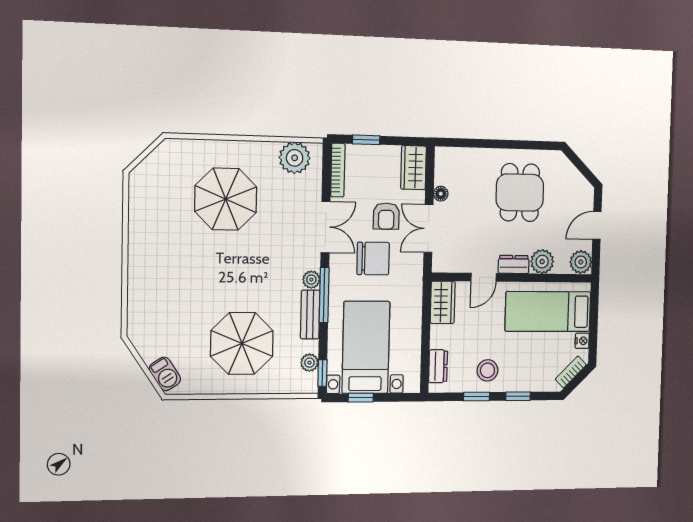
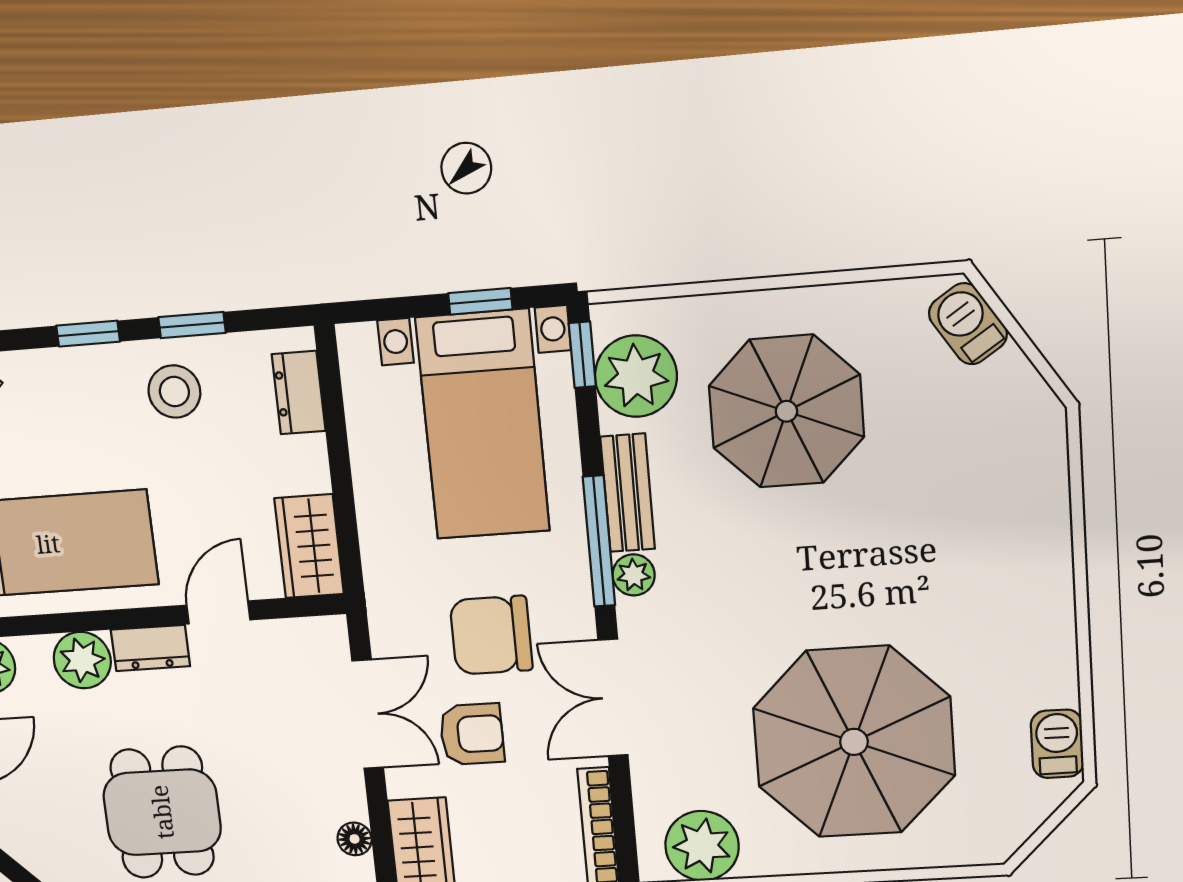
barbecue: (139, 191) -> (1057, 744), added
floor lamp: (441, 194) -> (355, 839), moved
parasol: (226, 199) -> (854, 742), width x1.36, depth x1.36
armchair: (386, 216) -> (472, 734), turned 90
plant: (309, 363) -> (636, 376), width x1.87, depth x1.87

